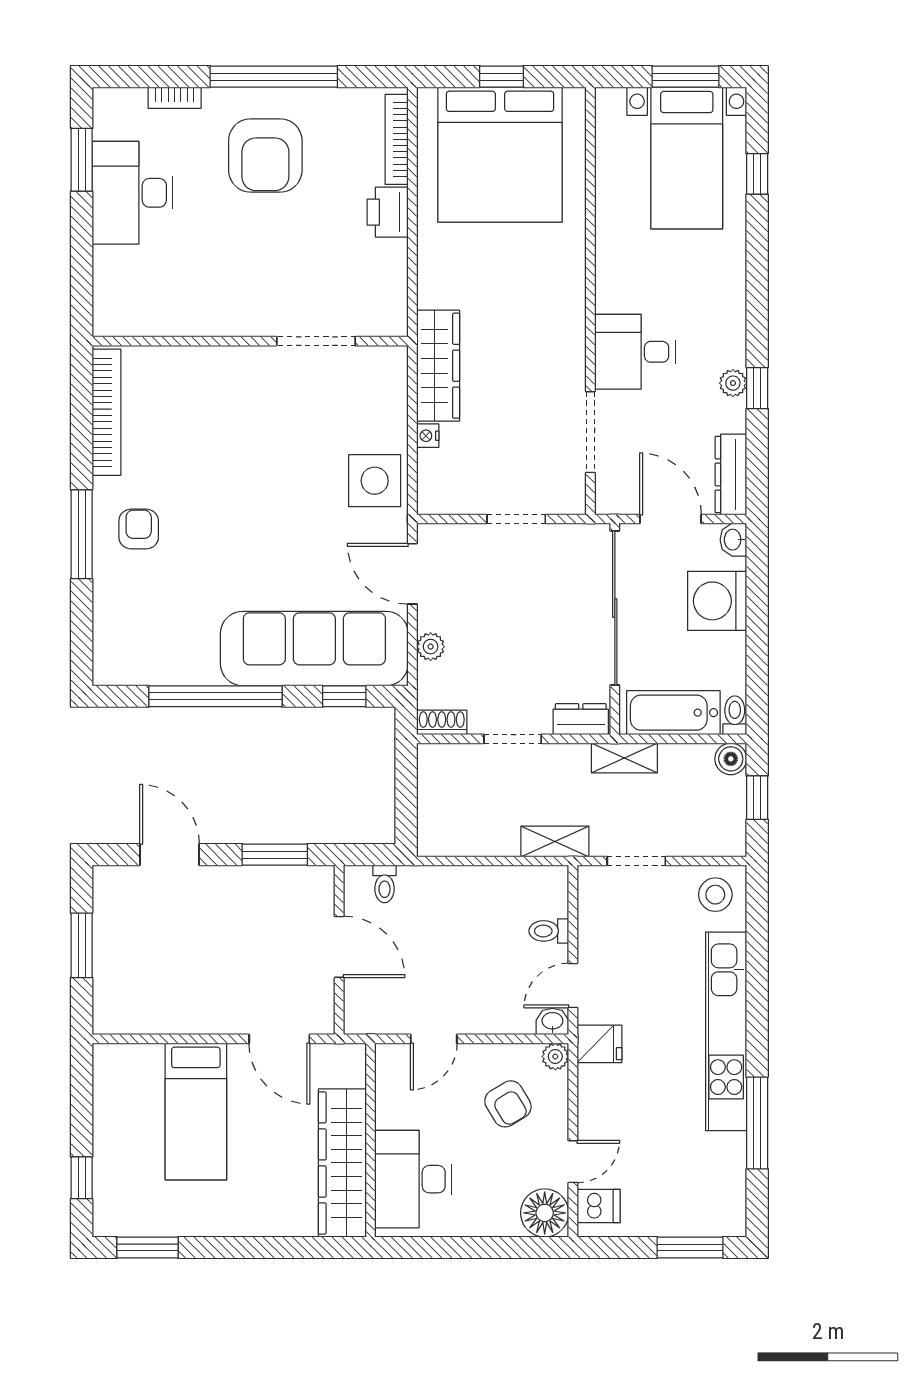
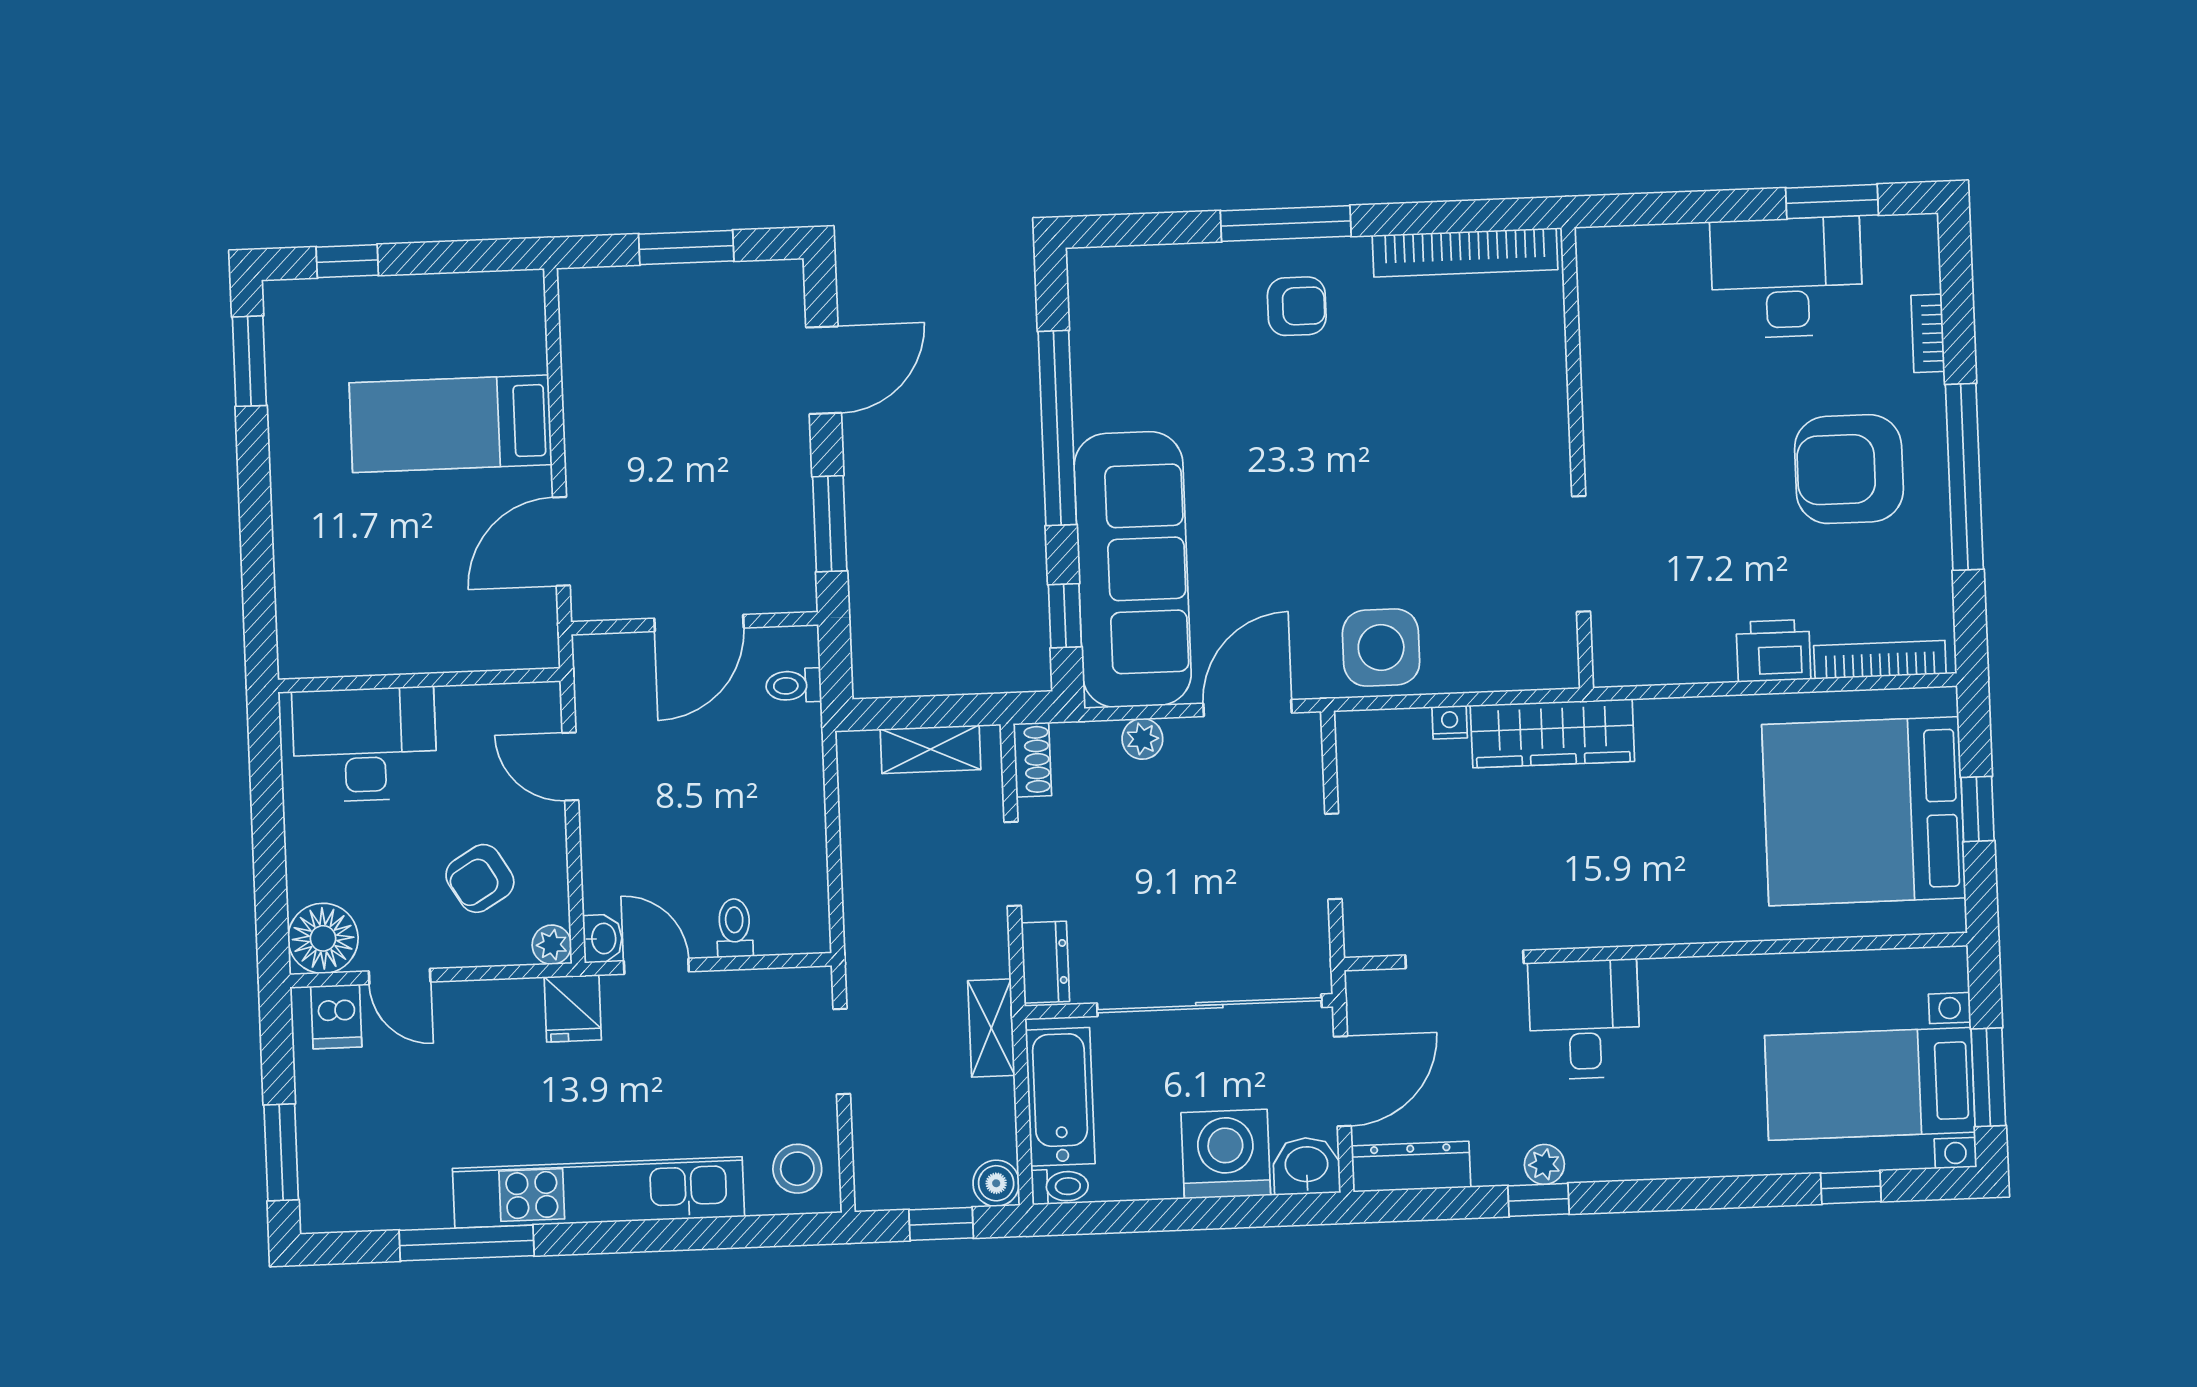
washbasin: (733, 540) -> (1307, 1166), width x1.38, depth x1.45
shelving: (555, 841) -> (930, 749), moved, turned 90
wardrobe: (342, 1163) -> (384, 640), removed

